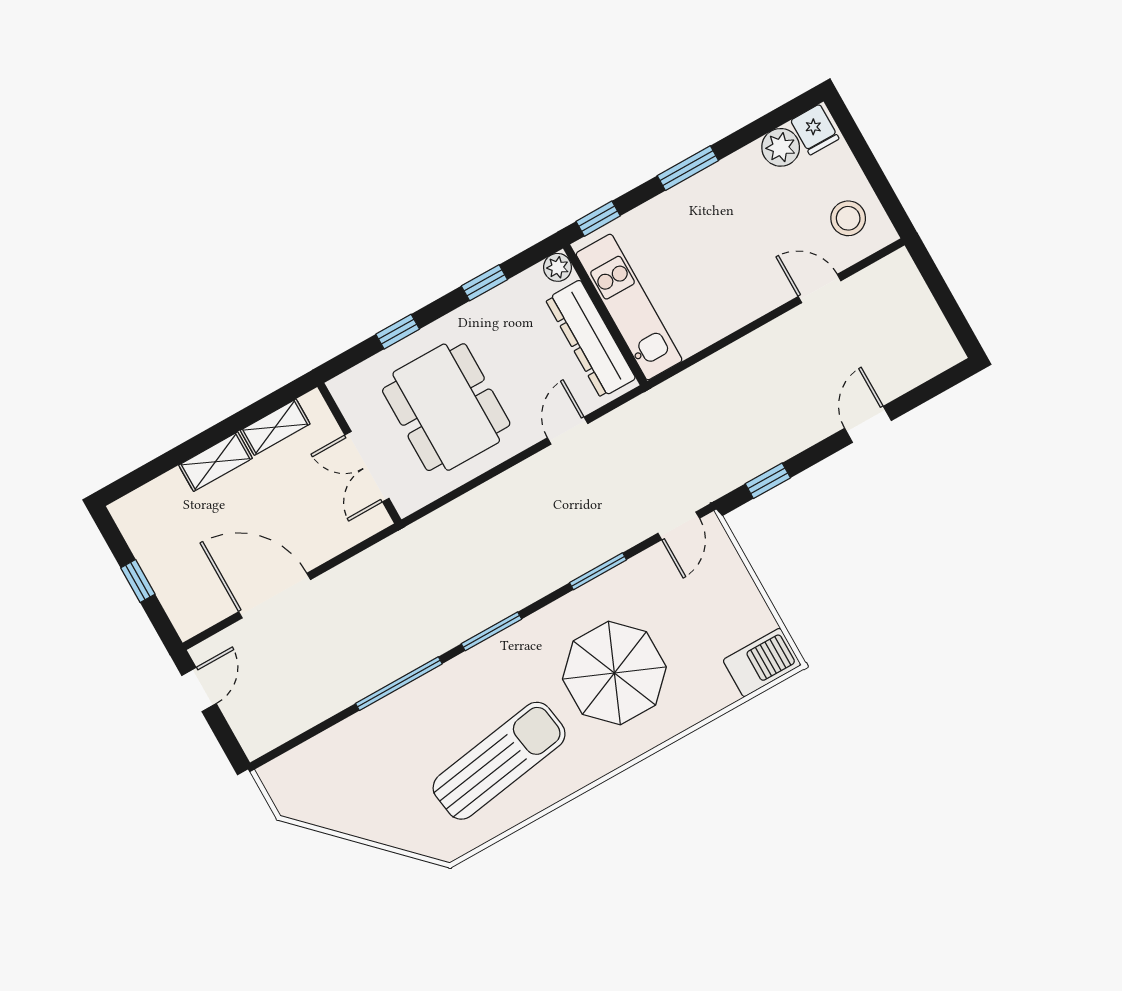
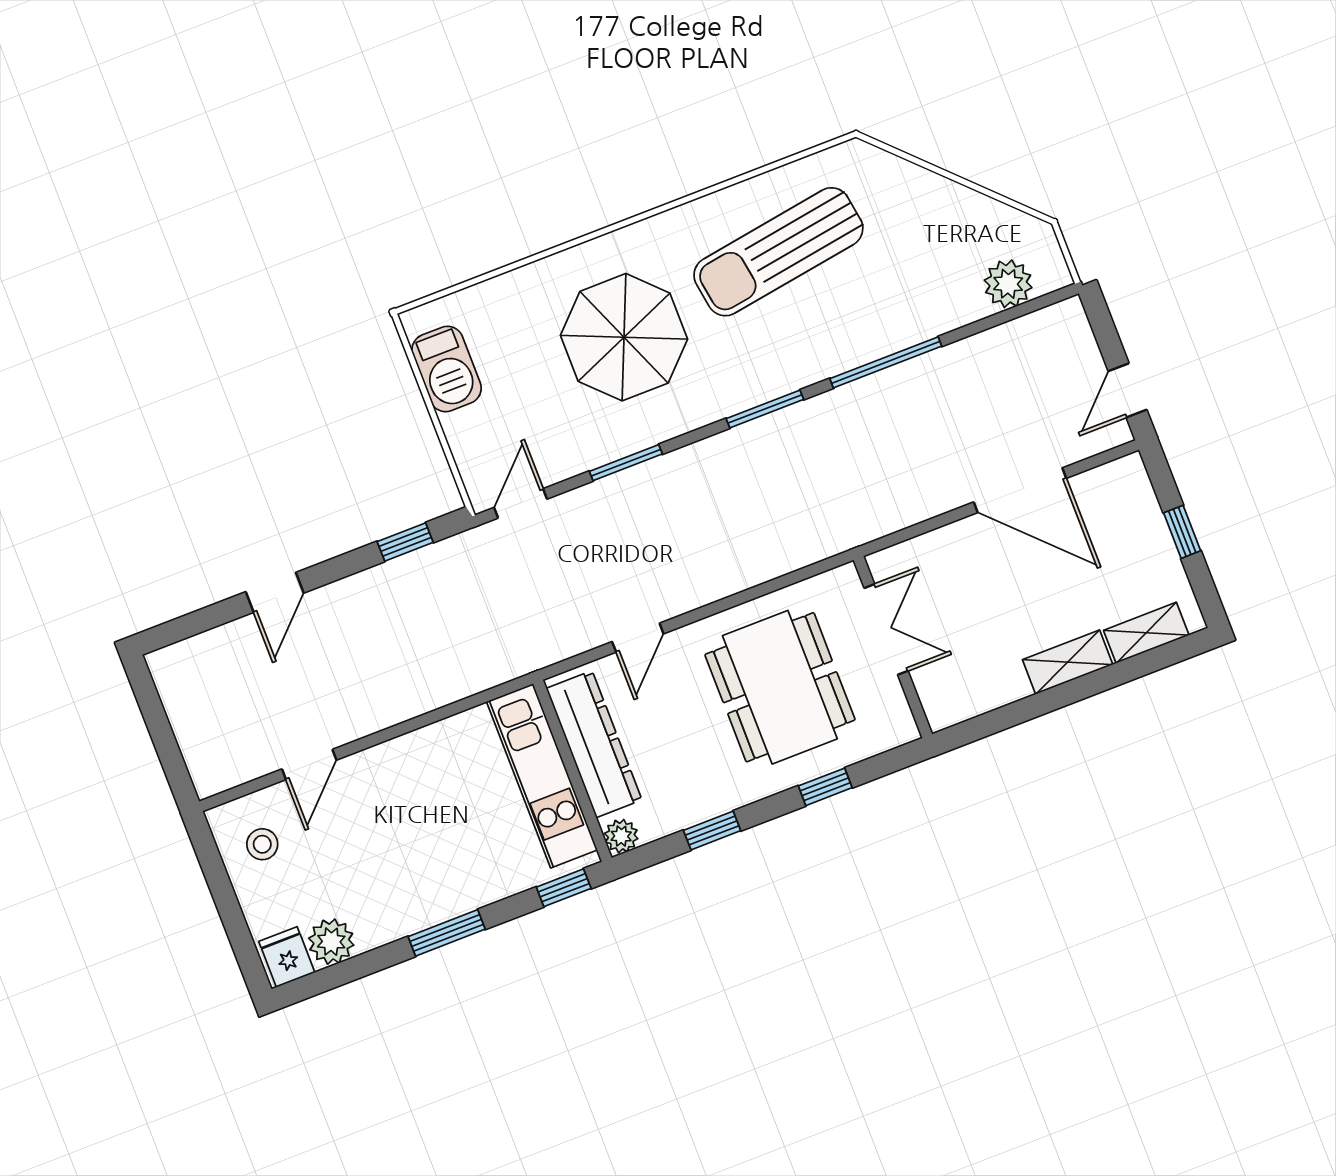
stool: (848, 218) -> (262, 844), width x0.73, depth x0.73
door: (819, 289) -> (309, 764), hinge flipped
shelving: (275, 427) -> (1146, 633), moved
barbecue: (762, 662) -> (447, 369), moved, turned -90
plant: (309, 762) -> (1008, 284), added

